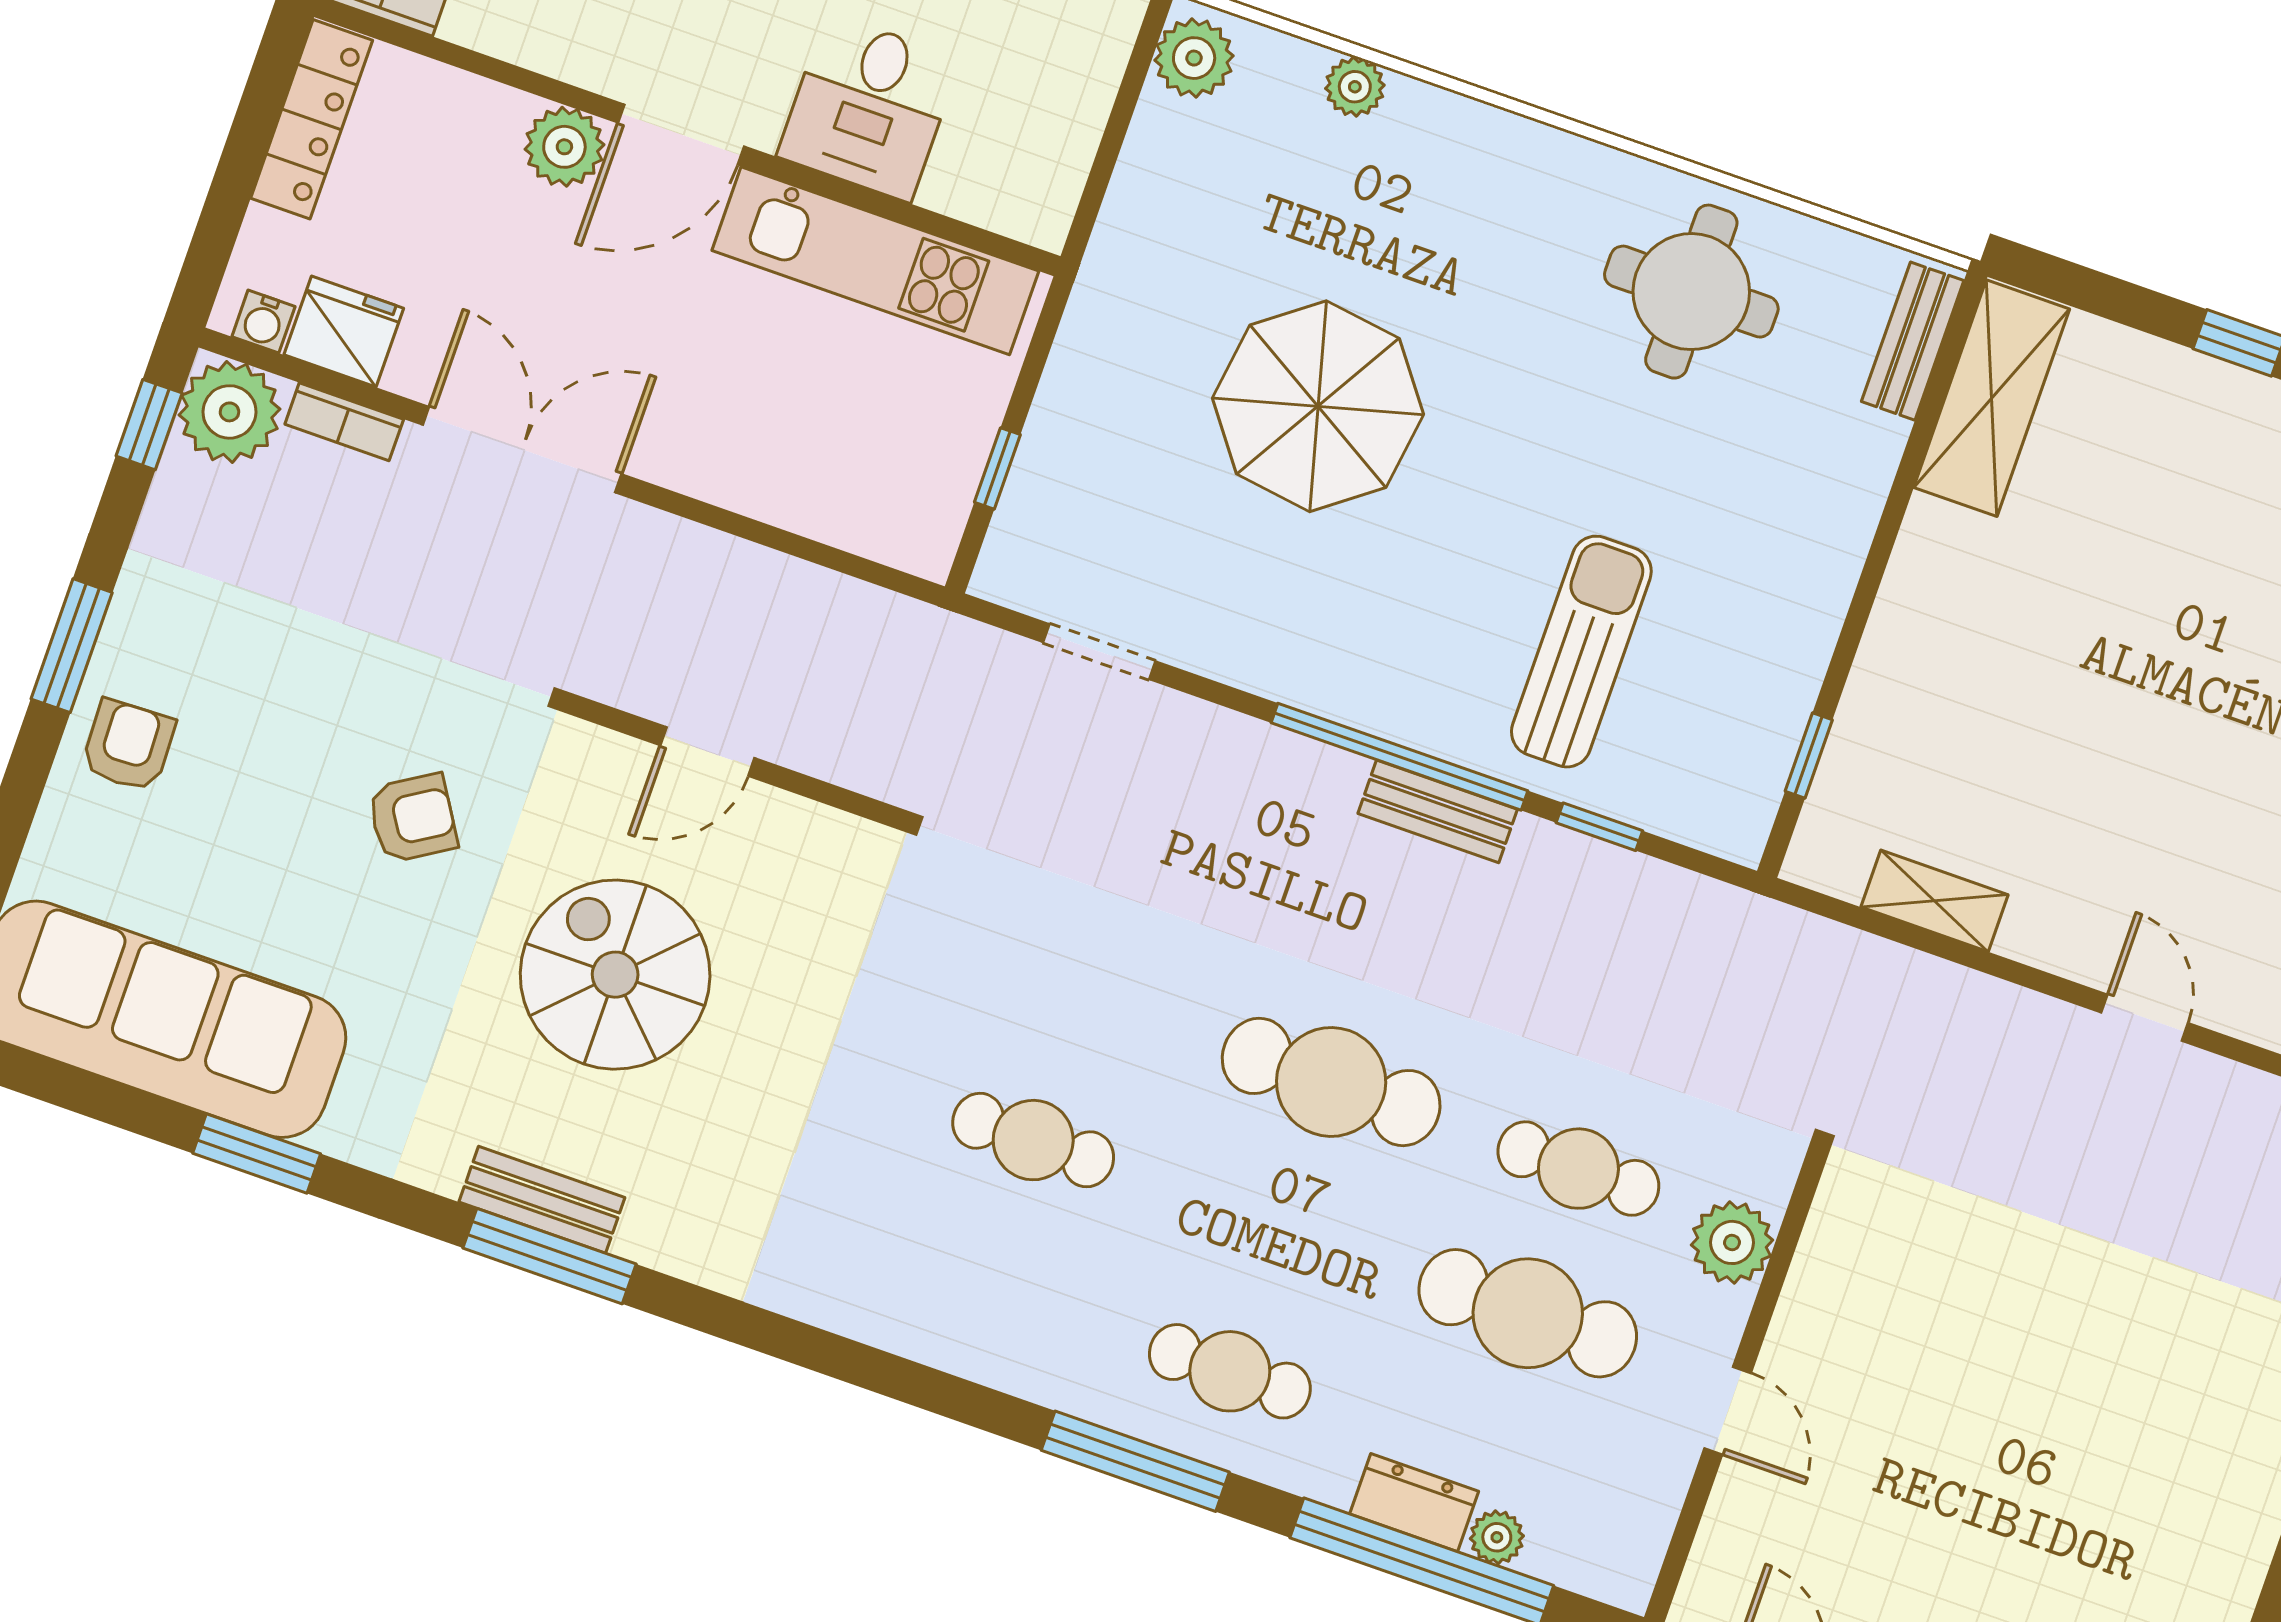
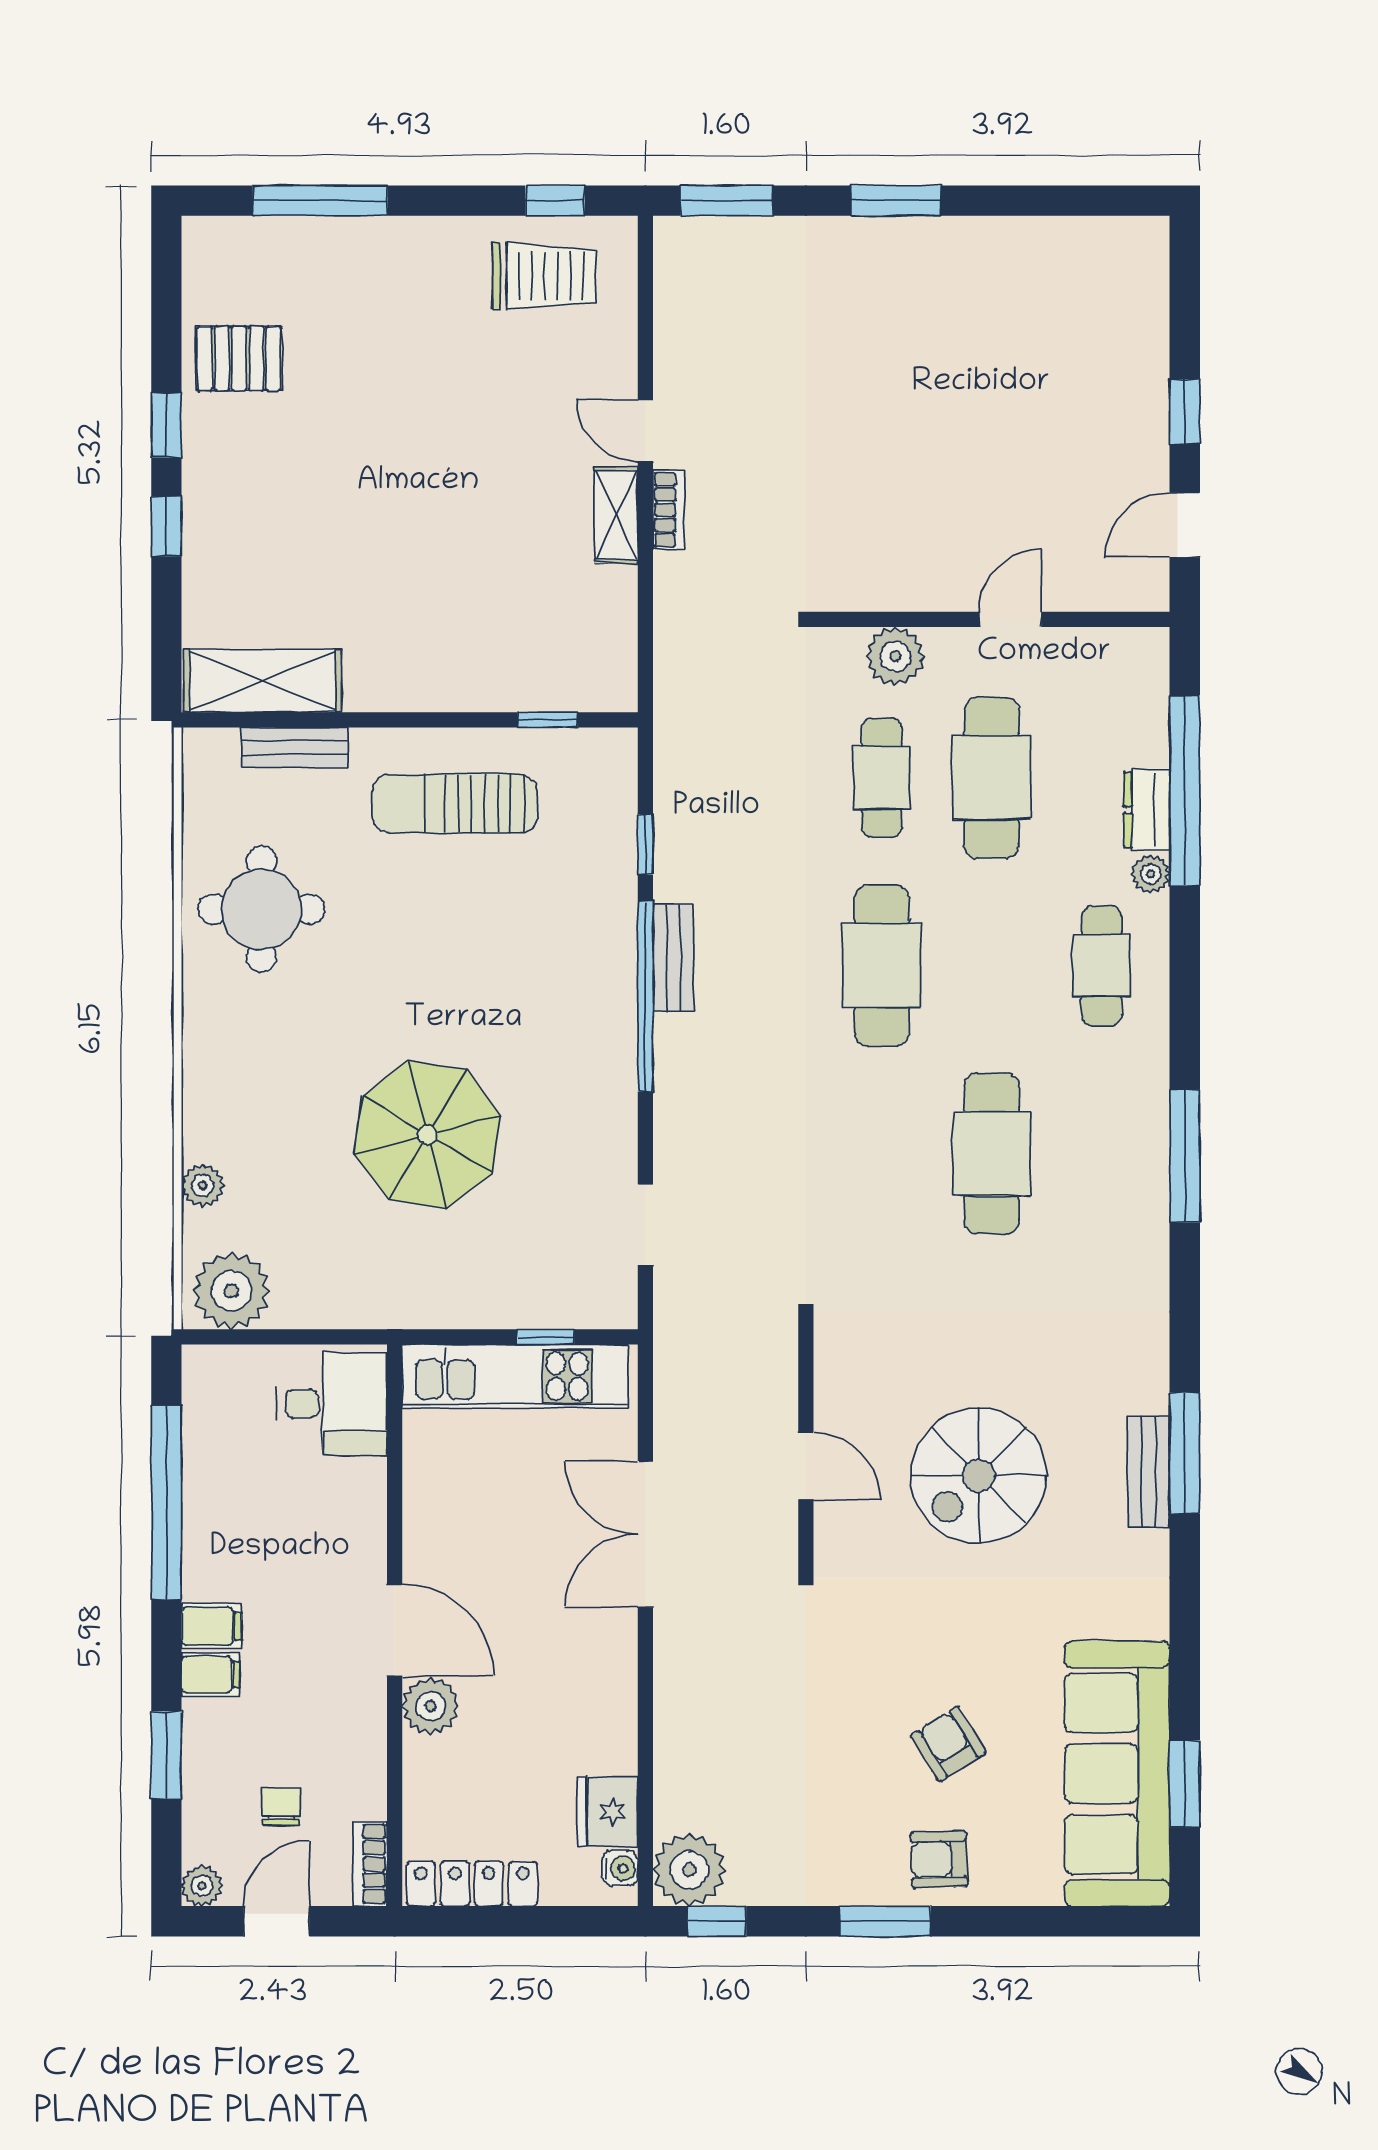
plant: (1194, 58) -> (232, 1291), width x1.36, depth x1.36
desk: (869, 107) -> (332, 1404), moved
kitchen unit: (875, 261) -> (515, 1376), moved, turned 90
bench: (1913, 341) -> (295, 748), moved
bookcase: (344, 422) -> (669, 510), moved
double door: (522, 450) -> (645, 1534), moved
sun lounger: (1581, 652) -> (455, 804), moved
armchair: (413, 818) -> (948, 1744), moved
shelving: (1934, 901) -> (616, 515), moved
door: (2145, 1018) -> (645, 430), hinge flipped
cafe table: (1033, 1140) -> (992, 1153), width x1.37, depth x1.35
window: (257, 1154) -> (1185, 1784), moved
window: (1135, 1461) -> (1185, 1156), moved
plant: (1497, 1537) -> (1151, 874), moved

